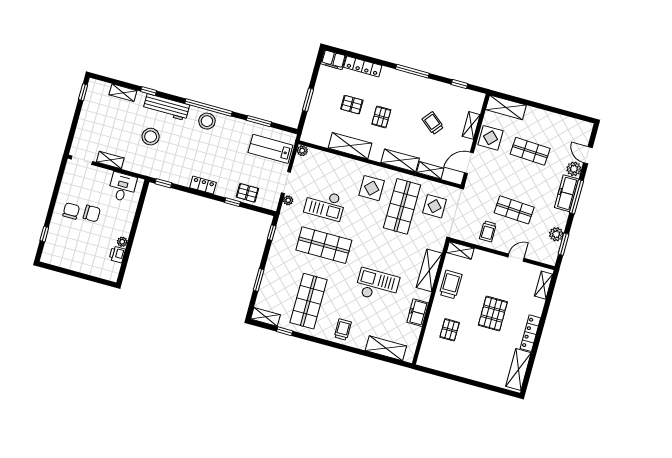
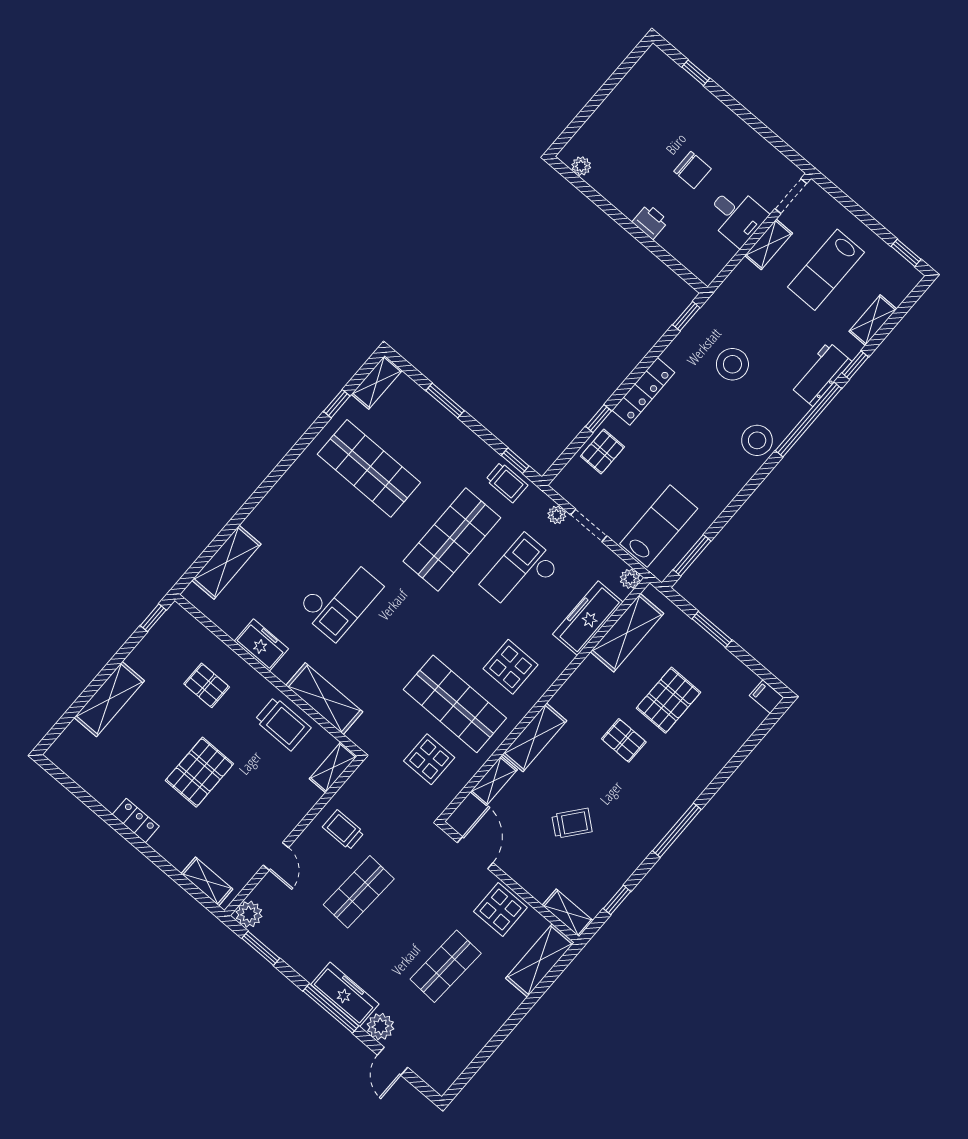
filing cabinet: (333, 60) -> (767, 697), width x0.50
locker: (363, 66) -> (725, 750), removed
pallet: (352, 105) -> (668, 700), width x1.50, depth x1.42
workbench: (166, 107) -> (821, 374), width x0.73
window: (209, 107) -> (808, 420), moved
window: (259, 121) -> (692, 555), moved
shelving: (471, 125) -> (568, 913), moved
lab bench: (109, 127) -> (826, 270), added
stool: (151, 137) -> (732, 364), moved
shelving: (350, 146) -> (627, 633), moved
door: (588, 155) -> (392, 1061), swing flipped
freezer: (331, 162) -> (588, 618), added
locker: (203, 185) -> (643, 391), width x1.53
desk: (122, 187) -> (736, 216), moved
chair: (71, 211) -> (713, 137), removed
chair: (92, 213) -> (692, 170), turned -90
plant: (556, 234) -> (249, 914), moved
plant: (122, 242) -> (581, 166), moved
printer: (117, 254) -> (650, 222), moved
pallet: (493, 314) -> (199, 772), turned 90
trolley: (343, 330) -> (507, 482), moved
locker: (530, 333) -> (136, 820), width x0.66
shelving: (518, 370) -> (109, 699), moved, turned 90
window: (429, 371) -> (153, 618), added

